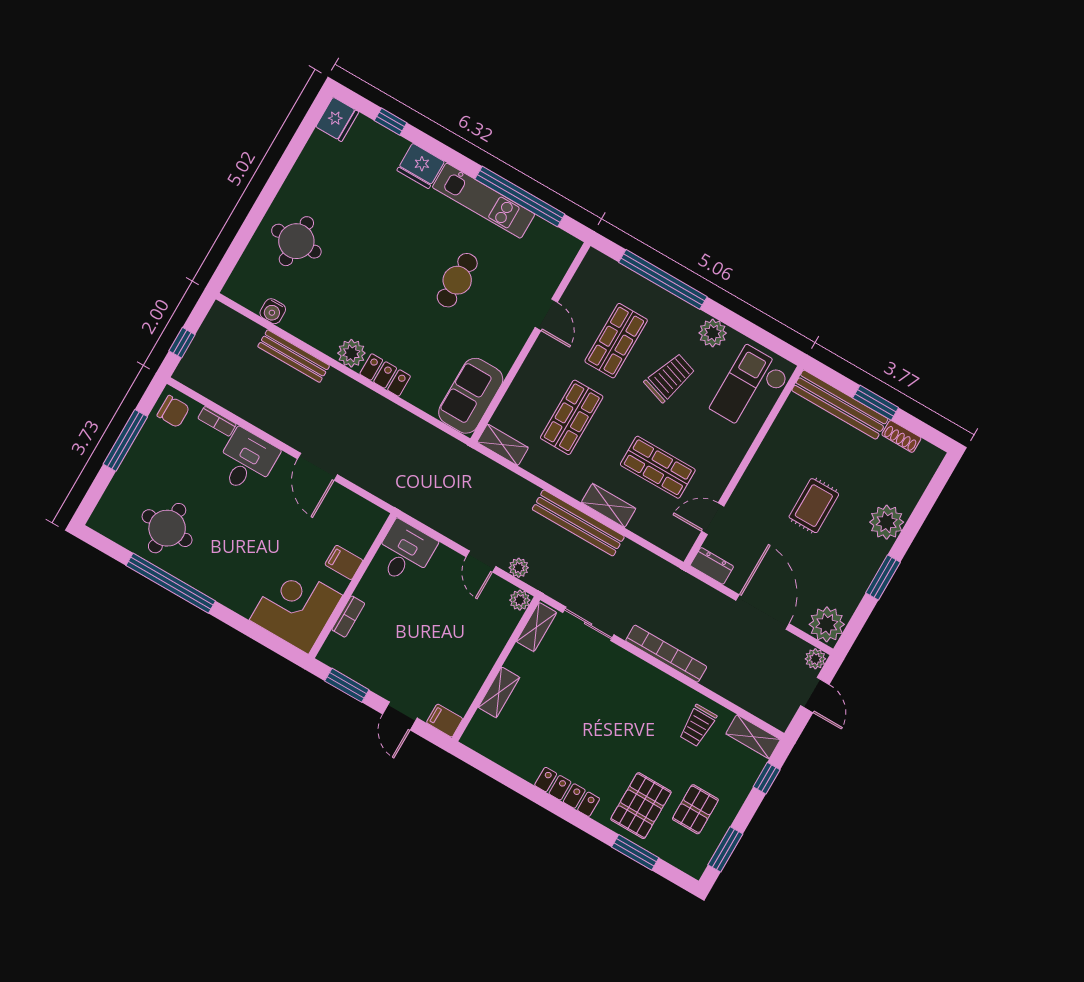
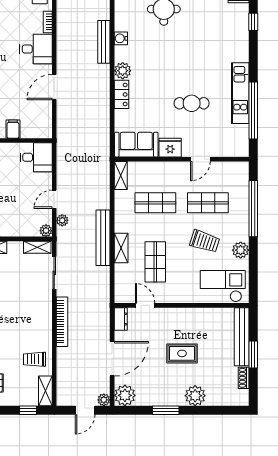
fridge: (421, 166) -> (170, 148), moved, turned 90
water cooler: (273, 311) -> (121, 38), moved

